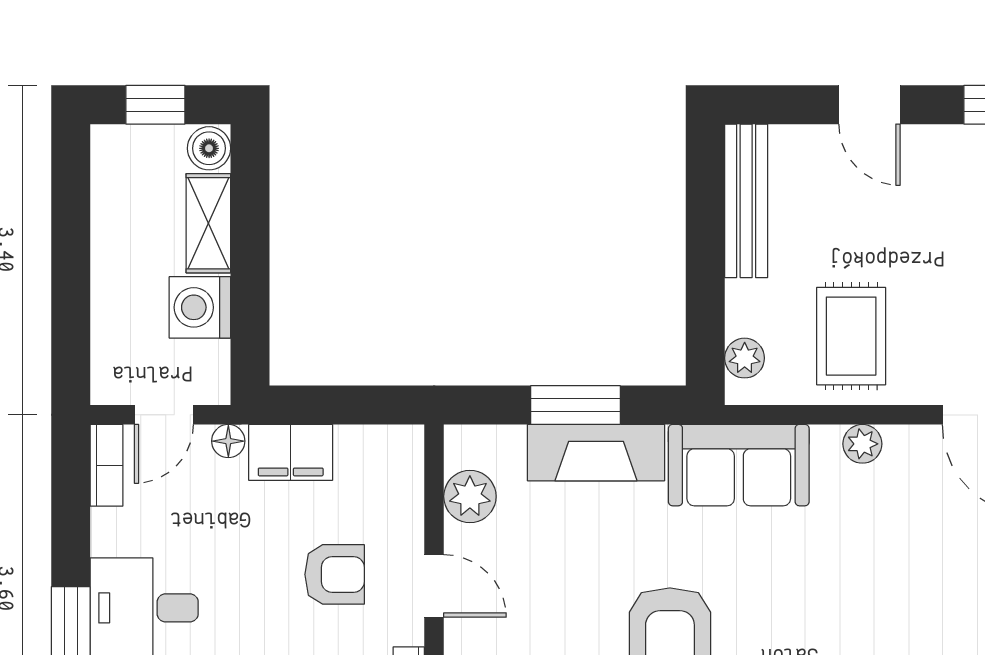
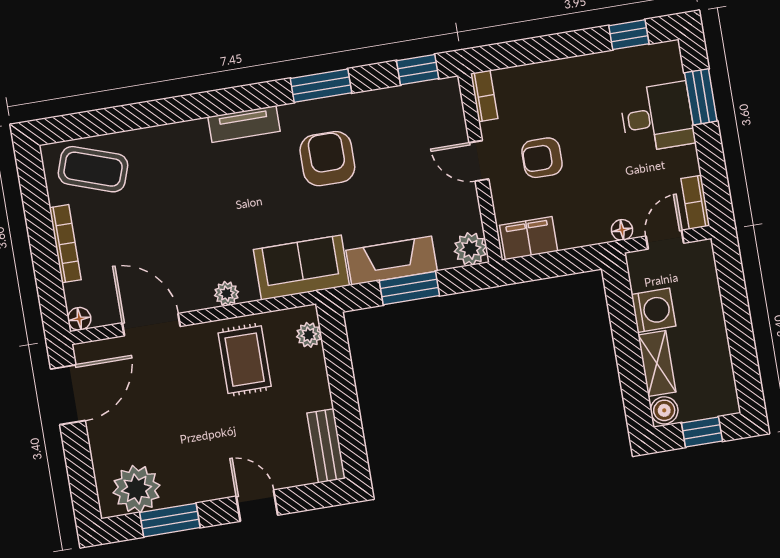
bench: (746, 201) -> (326, 446), width x0.73
filing cabinet: (291, 452) -> (529, 238), moved
plant: (470, 496) -> (470, 249), moved

